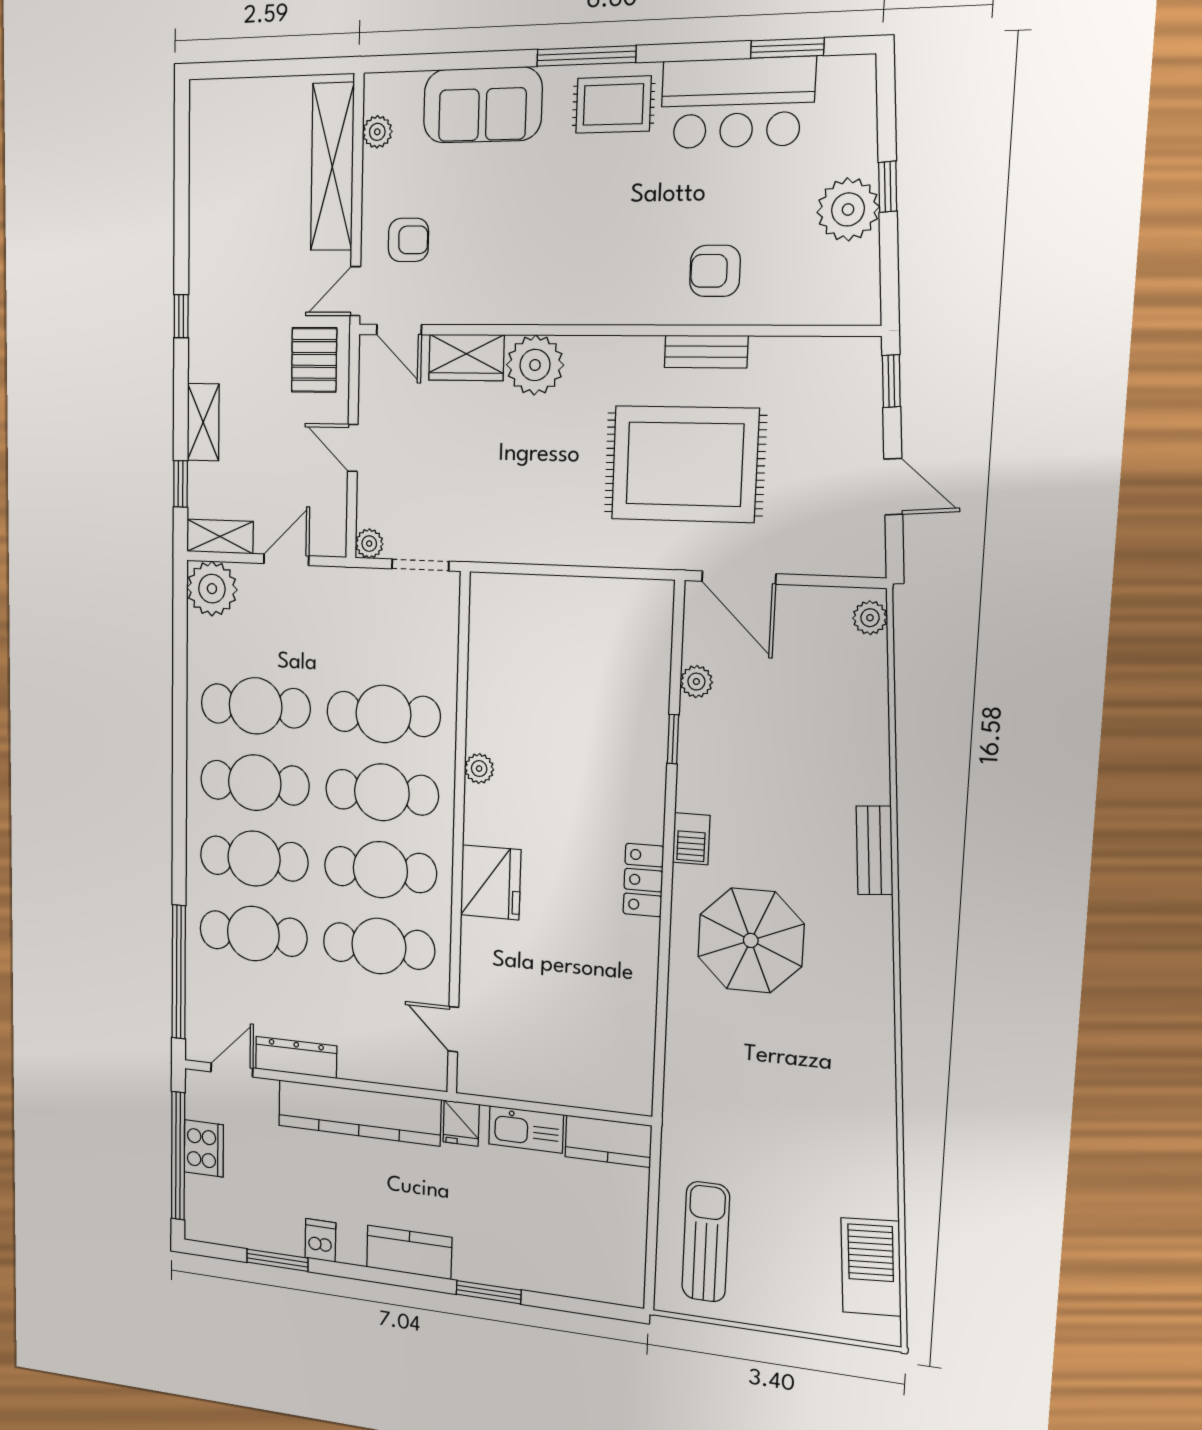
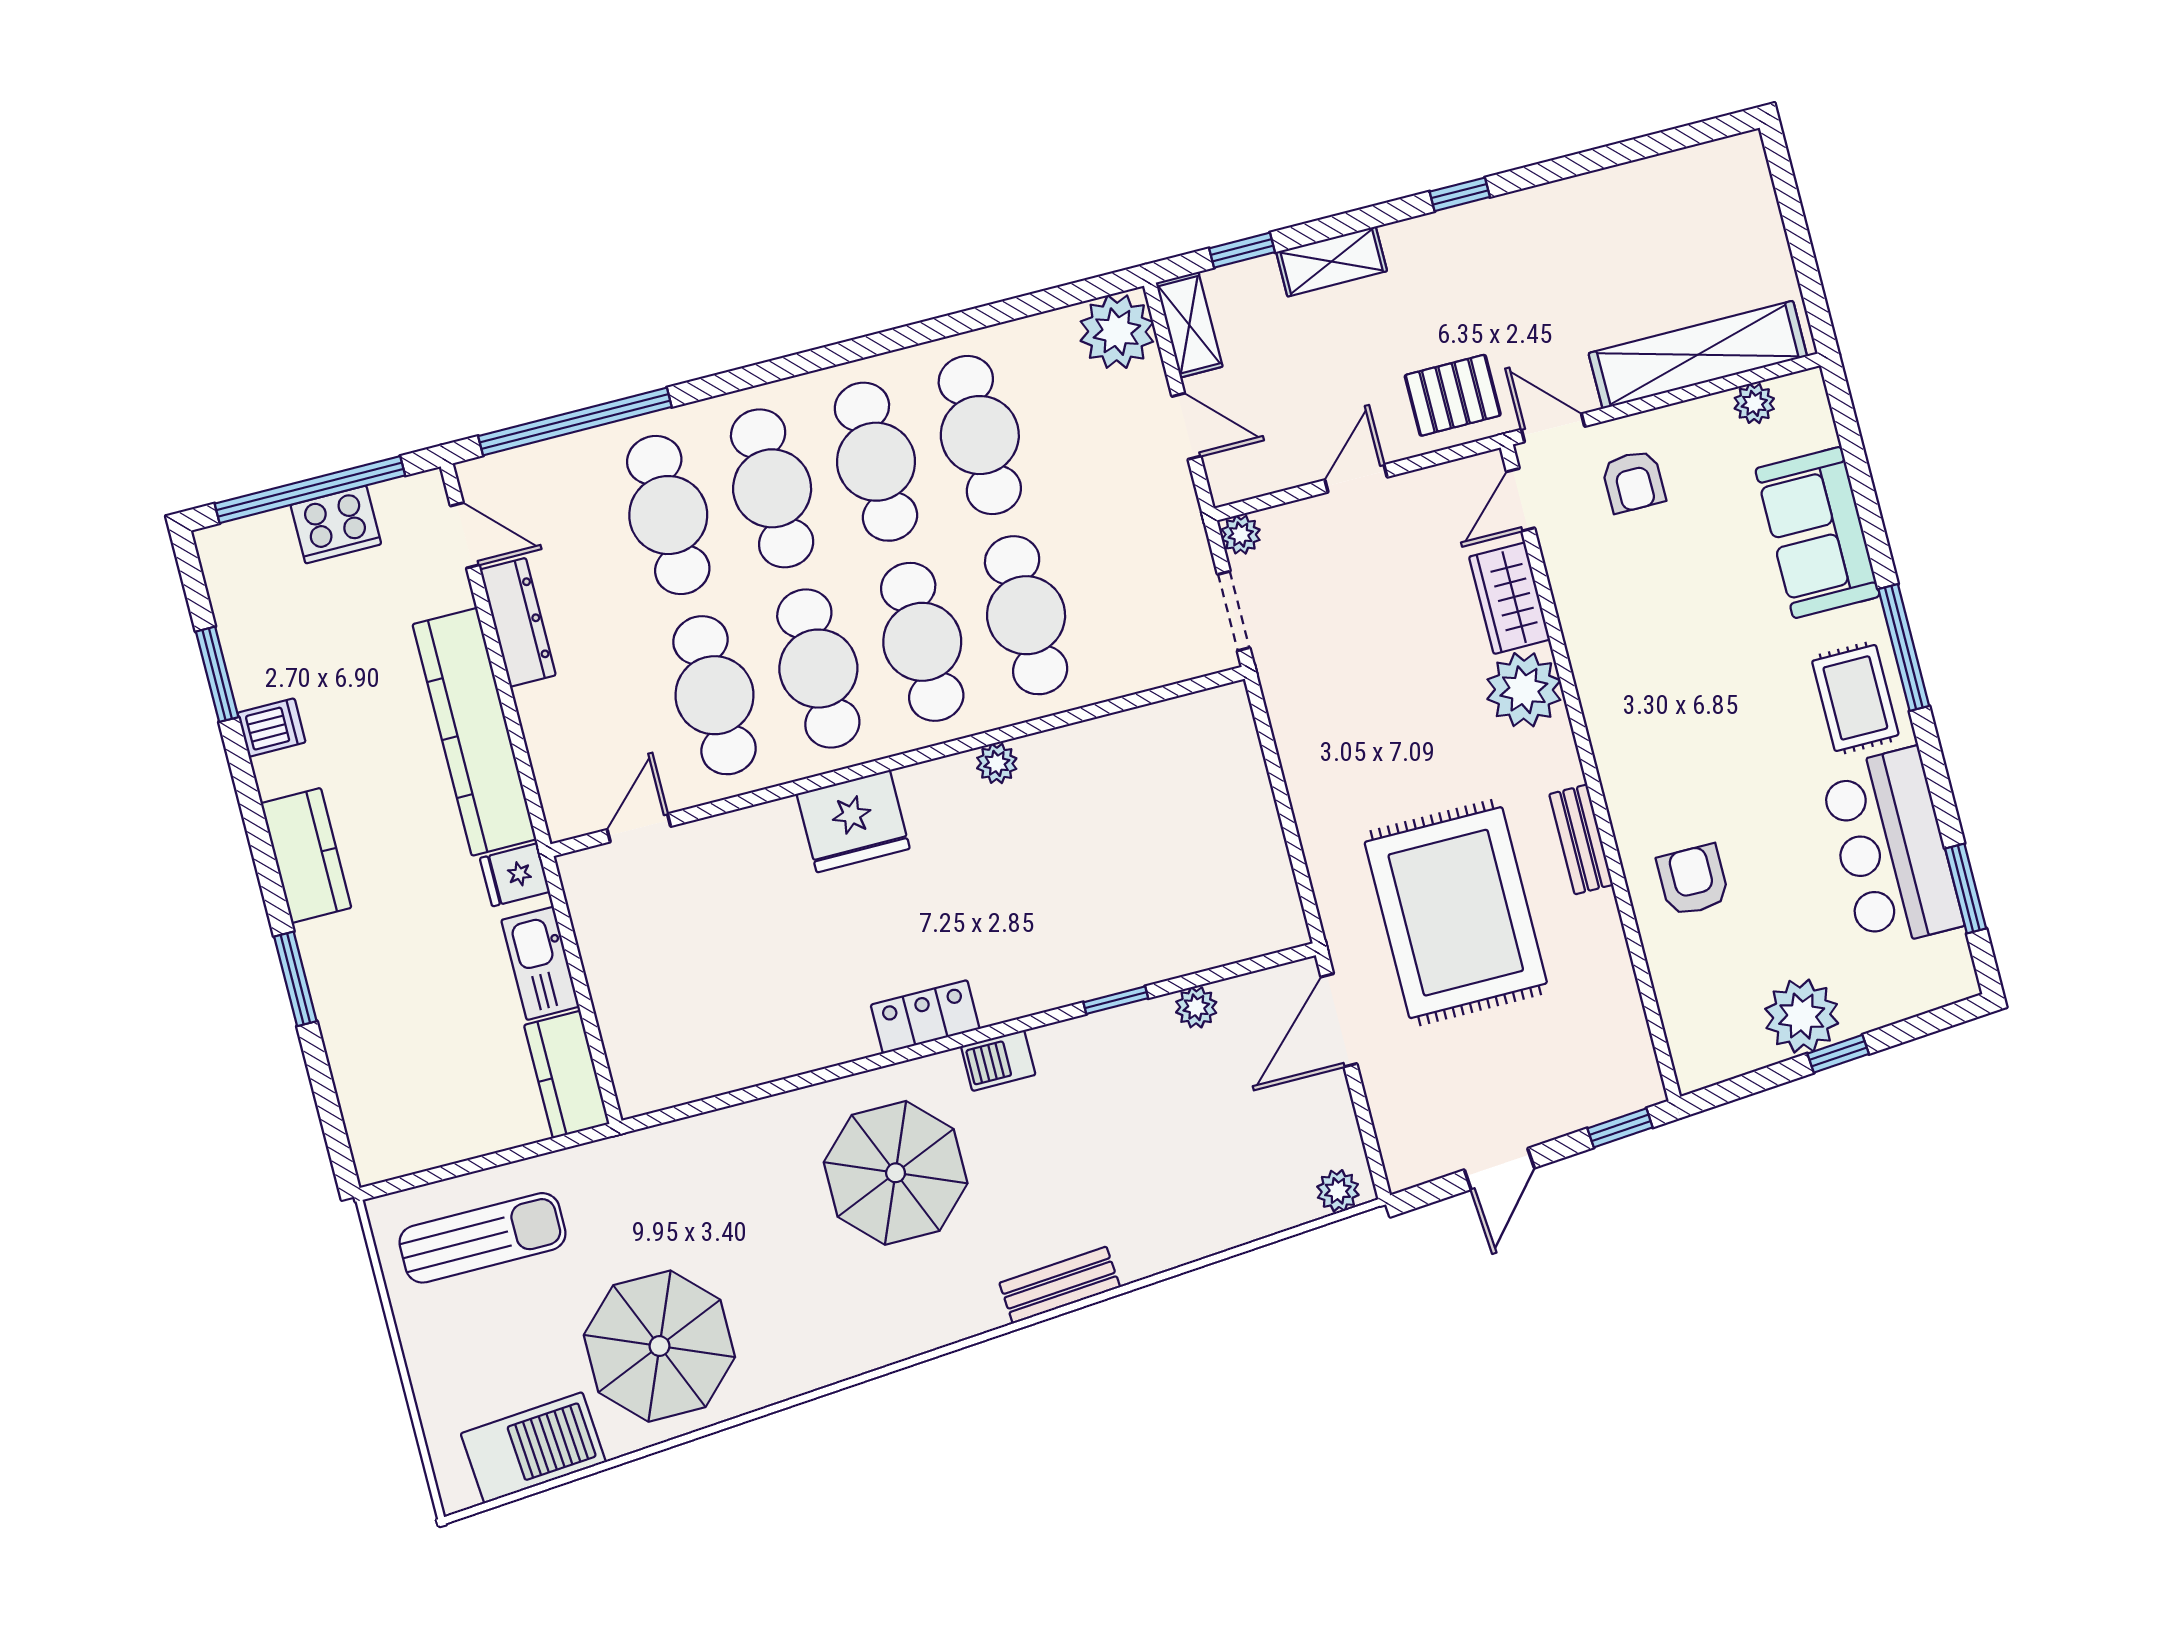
bench: (706, 352) -> (1581, 839), moved
parasol: (825, 1152) -> (659, 1346), added

